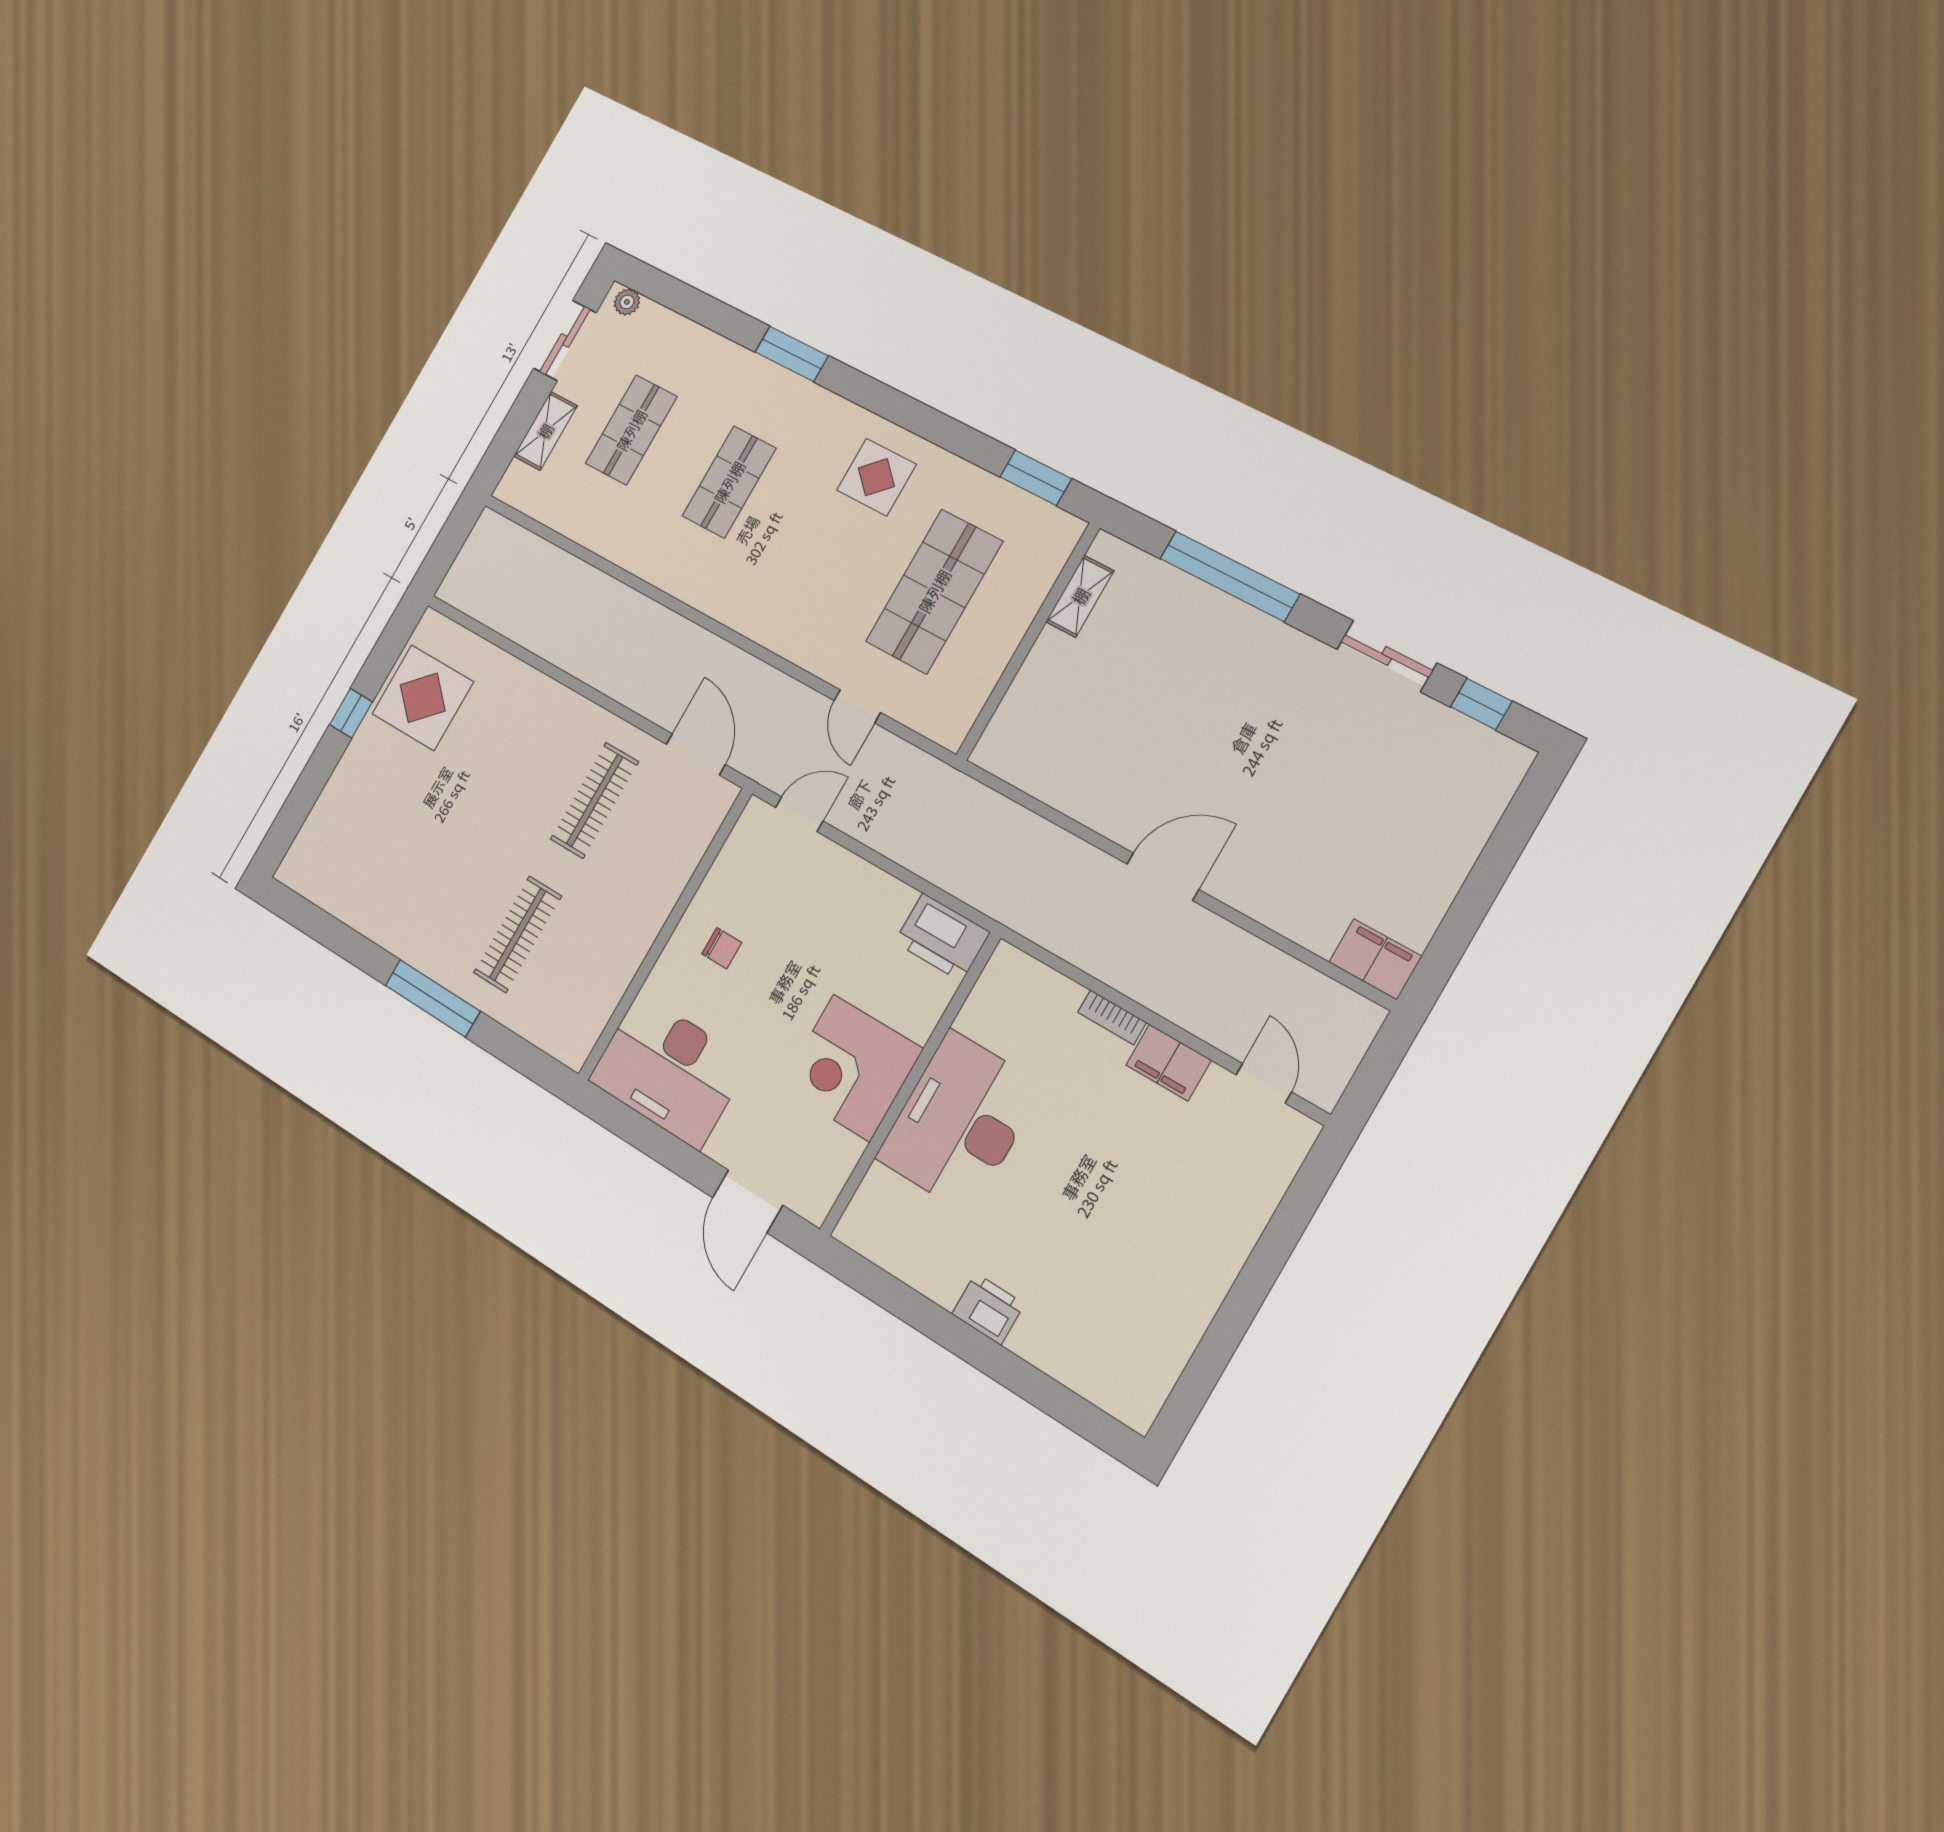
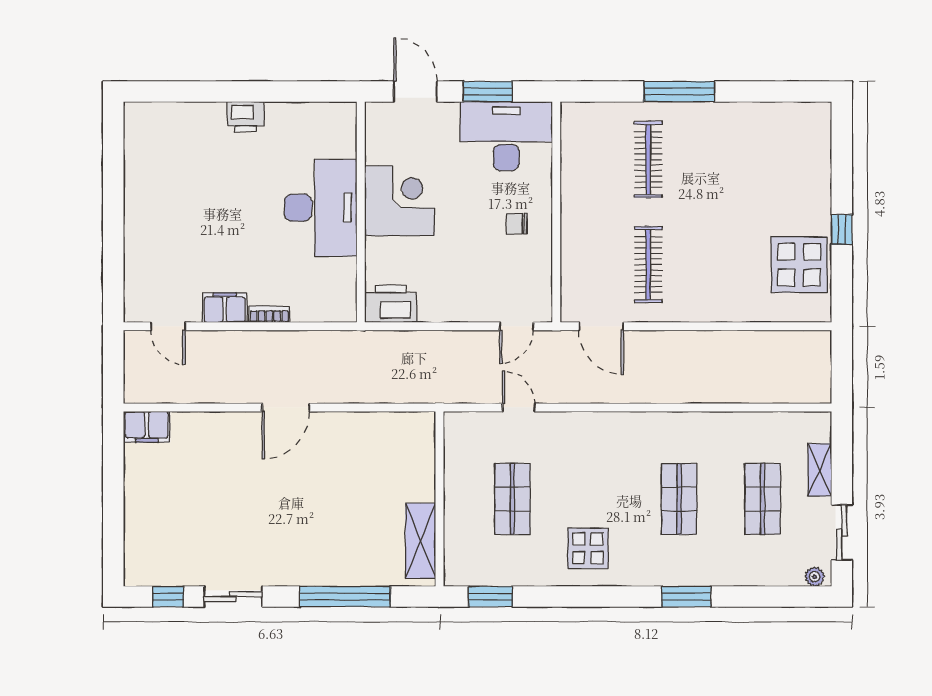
shop shelf: (934, 591) -> (512, 499), width x0.70, depth x0.74
shelving: (1080, 596) -> (421, 541), width x1.50, depth x1.33
window: (658, 1144) -> (488, 91), added

